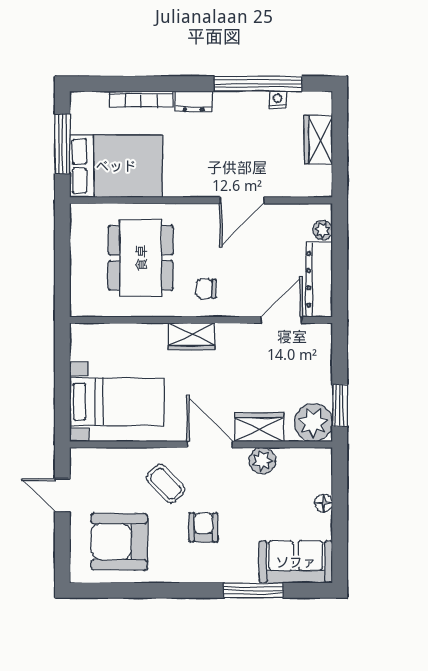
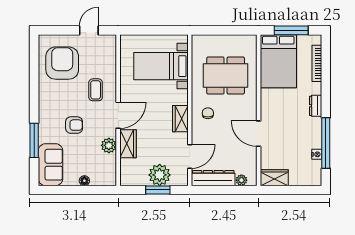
bookcase: (141, 99) -> (317, 63), moved
wardrobe: (318, 140) -> (274, 178), moved
door: (281, 320) -> (190, 156), hinge flipped
wardrobe: (192, 336) -> (180, 119), moved
bed with nightstands: (117, 402) -> (161, 66), moved, turned 90
window: (340, 405) -> (158, 190), moved
plant: (313, 423) -> (160, 175), moved
coffee table: (166, 484) -> (96, 90), turned -46
armchair: (203, 527) -> (74, 125), moved

